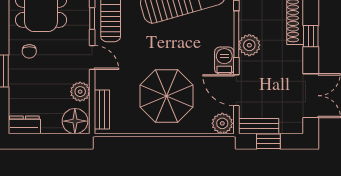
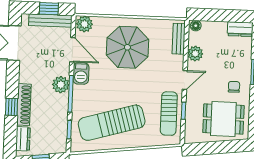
window: (311, 36) -> (11, 107), moved
door: (92, 57) -> (185, 80), swing flipped
floor lamp: (75, 121) -> (196, 26), width x0.53, depth x0.53
bench: (259, 126) -> (50, 21), width x1.36

